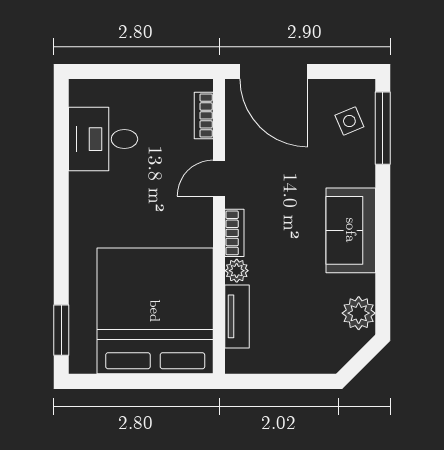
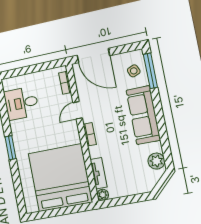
sofa: (351, 230) -> (143, 115), width x1.36
plant: (237, 271) -> (103, 195), moved
window: (61, 330) -> (11, 148), moved

